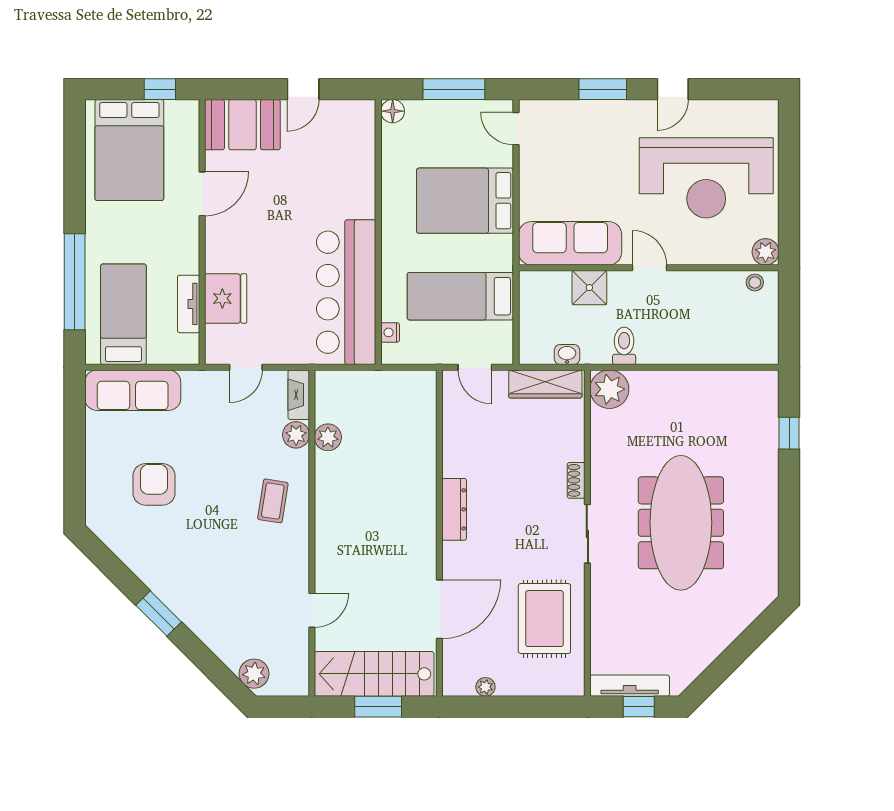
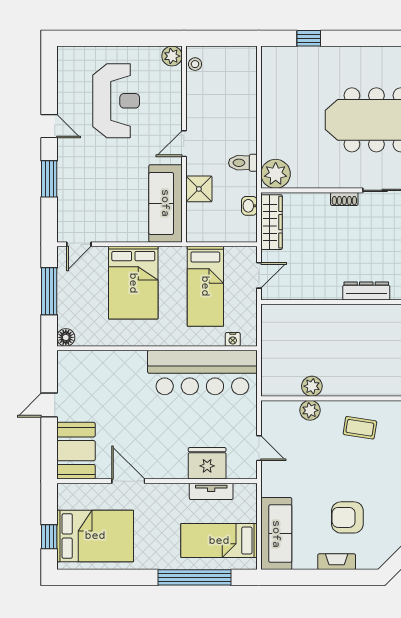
window: (160, 89) -> (49, 537), moved
door: (303, 89) -> (49, 405), swing flipped
reception desk: (706, 178) -> (116, 101), width x0.74, depth x0.77
fireplace: (299, 395) -> (337, 562), moved, turned 180

